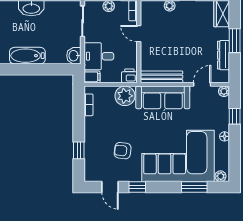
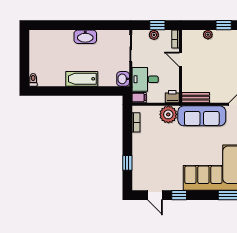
bench: (162, 77) -> (196, 98), width x0.73
armchair: (123, 151) -> (166, 163), removed

